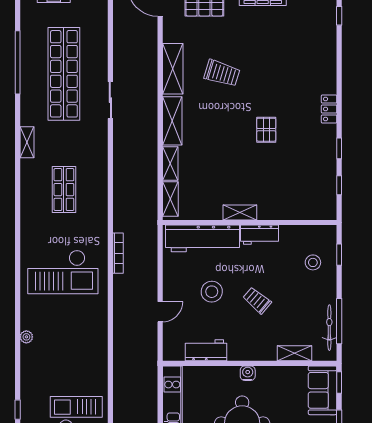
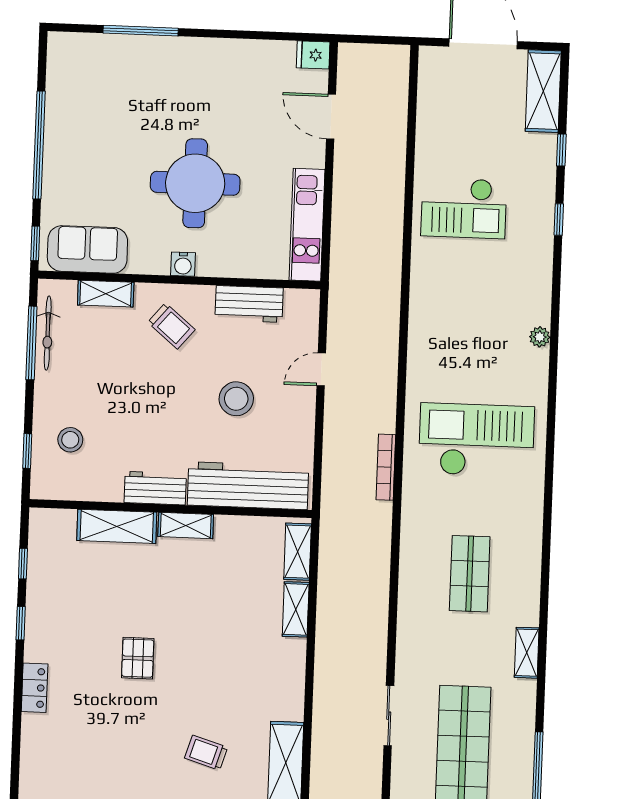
trolley: (222, 73) -> (206, 753), width x0.73, depth x0.72
shelving: (172, 121) -> (117, 526), moved, turned 90
trolley: (257, 300) -> (171, 326), moved
sofa: (322, 390) -> (87, 249), moved, turned -90

